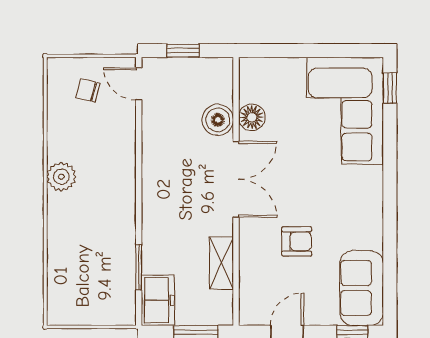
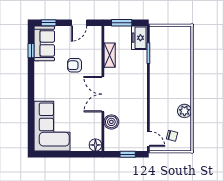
window: (390, 88) -> (31, 51), moved
floor lamp: (252, 117) -> (95, 145), moved
plant: (61, 177) -> (184, 111), moved

